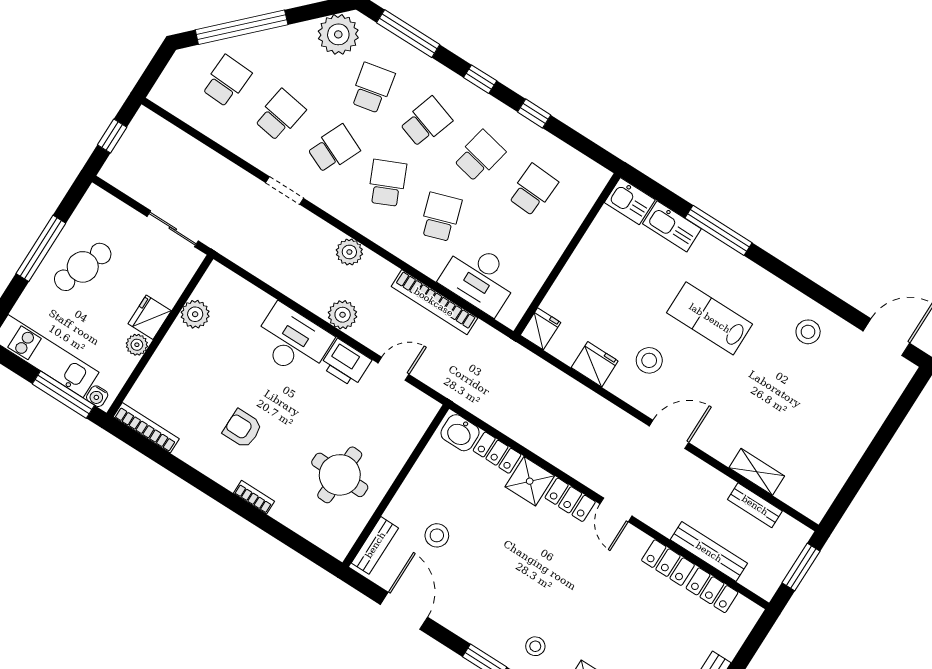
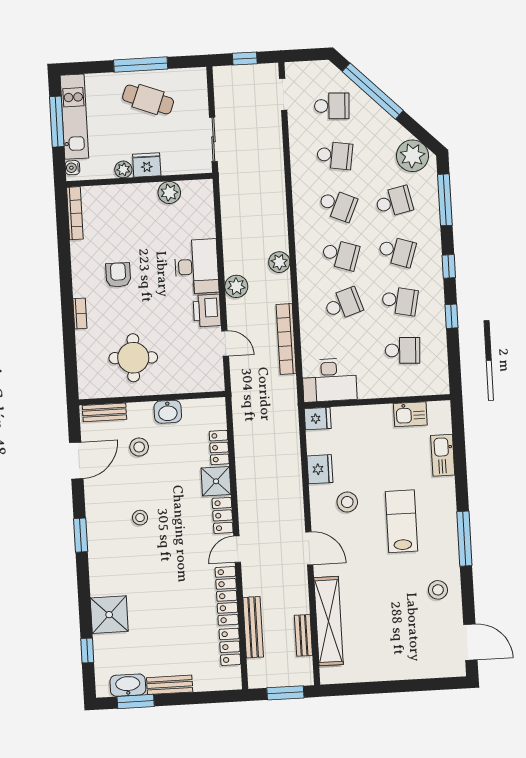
school desk: (387, 183) -> (340, 255), turned 42
doorway: (285, 190) -> (283, 94), moved
kitchen sink: (630, 201) -> (410, 414), moved, turned -90
window: (718, 230) -> (464, 539), moved
desk: (480, 278) -> (329, 380), moved, turned -90
window: (63, 395) -> (57, 122), moved
washbasin: (460, 433) -> (168, 412), moved, turned -90
shelving: (757, 472) -> (329, 621), width x2.20, depth x1.33
locker: (668, 563) -> (227, 596), width x1.53
stool: (535, 646) -> (140, 518), moved

